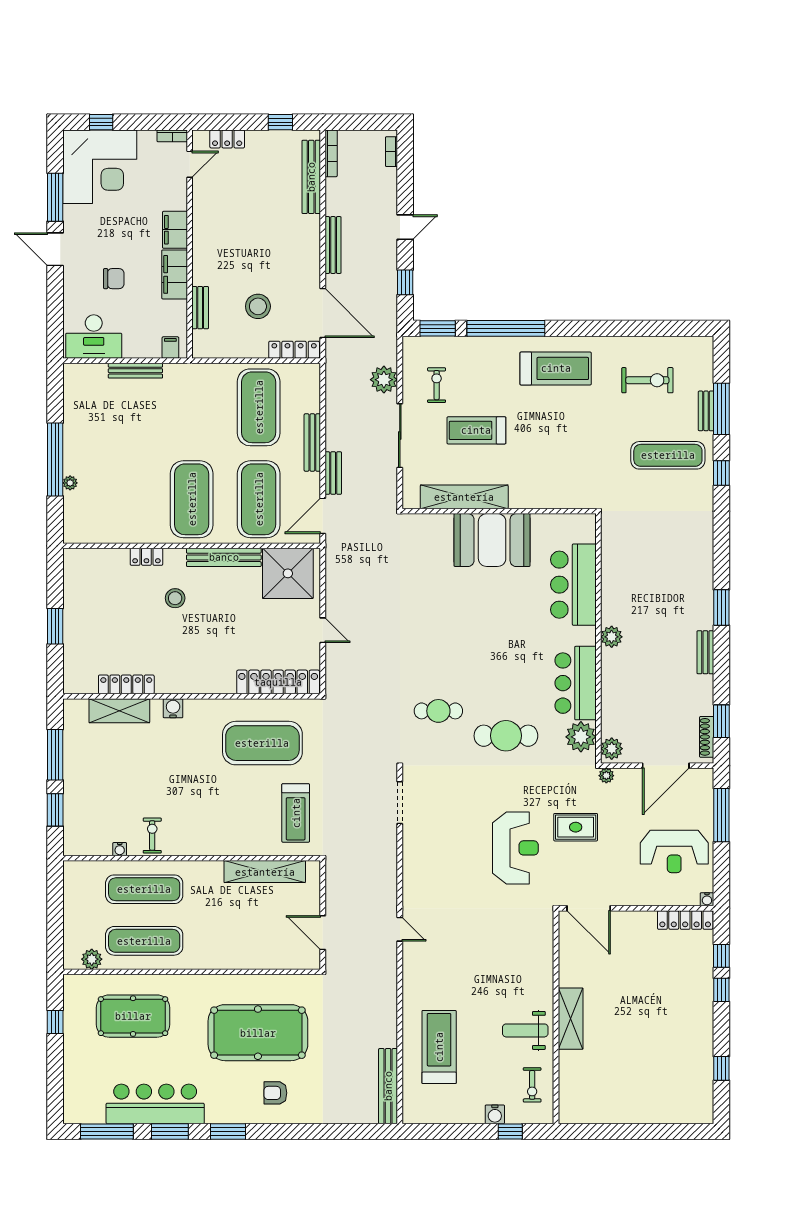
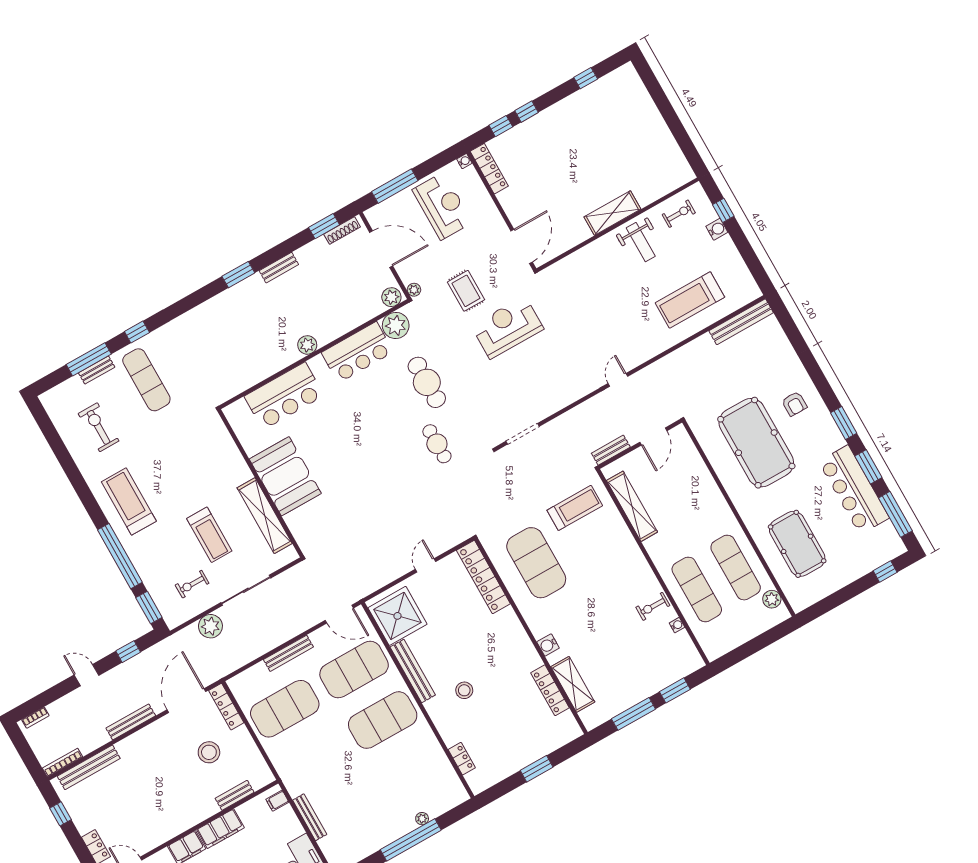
bench: (333, 473) -> (611, 450), moved
locker: (146, 557) -> (462, 759), moved
window: (55, 1022) -> (885, 572), moved

